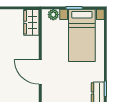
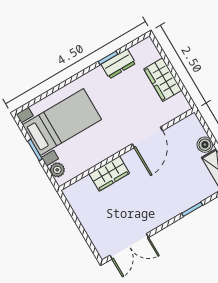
wardrobe: (31, 22) -> (109, 174), moved
door: (40, 72) -> (147, 137), moved

